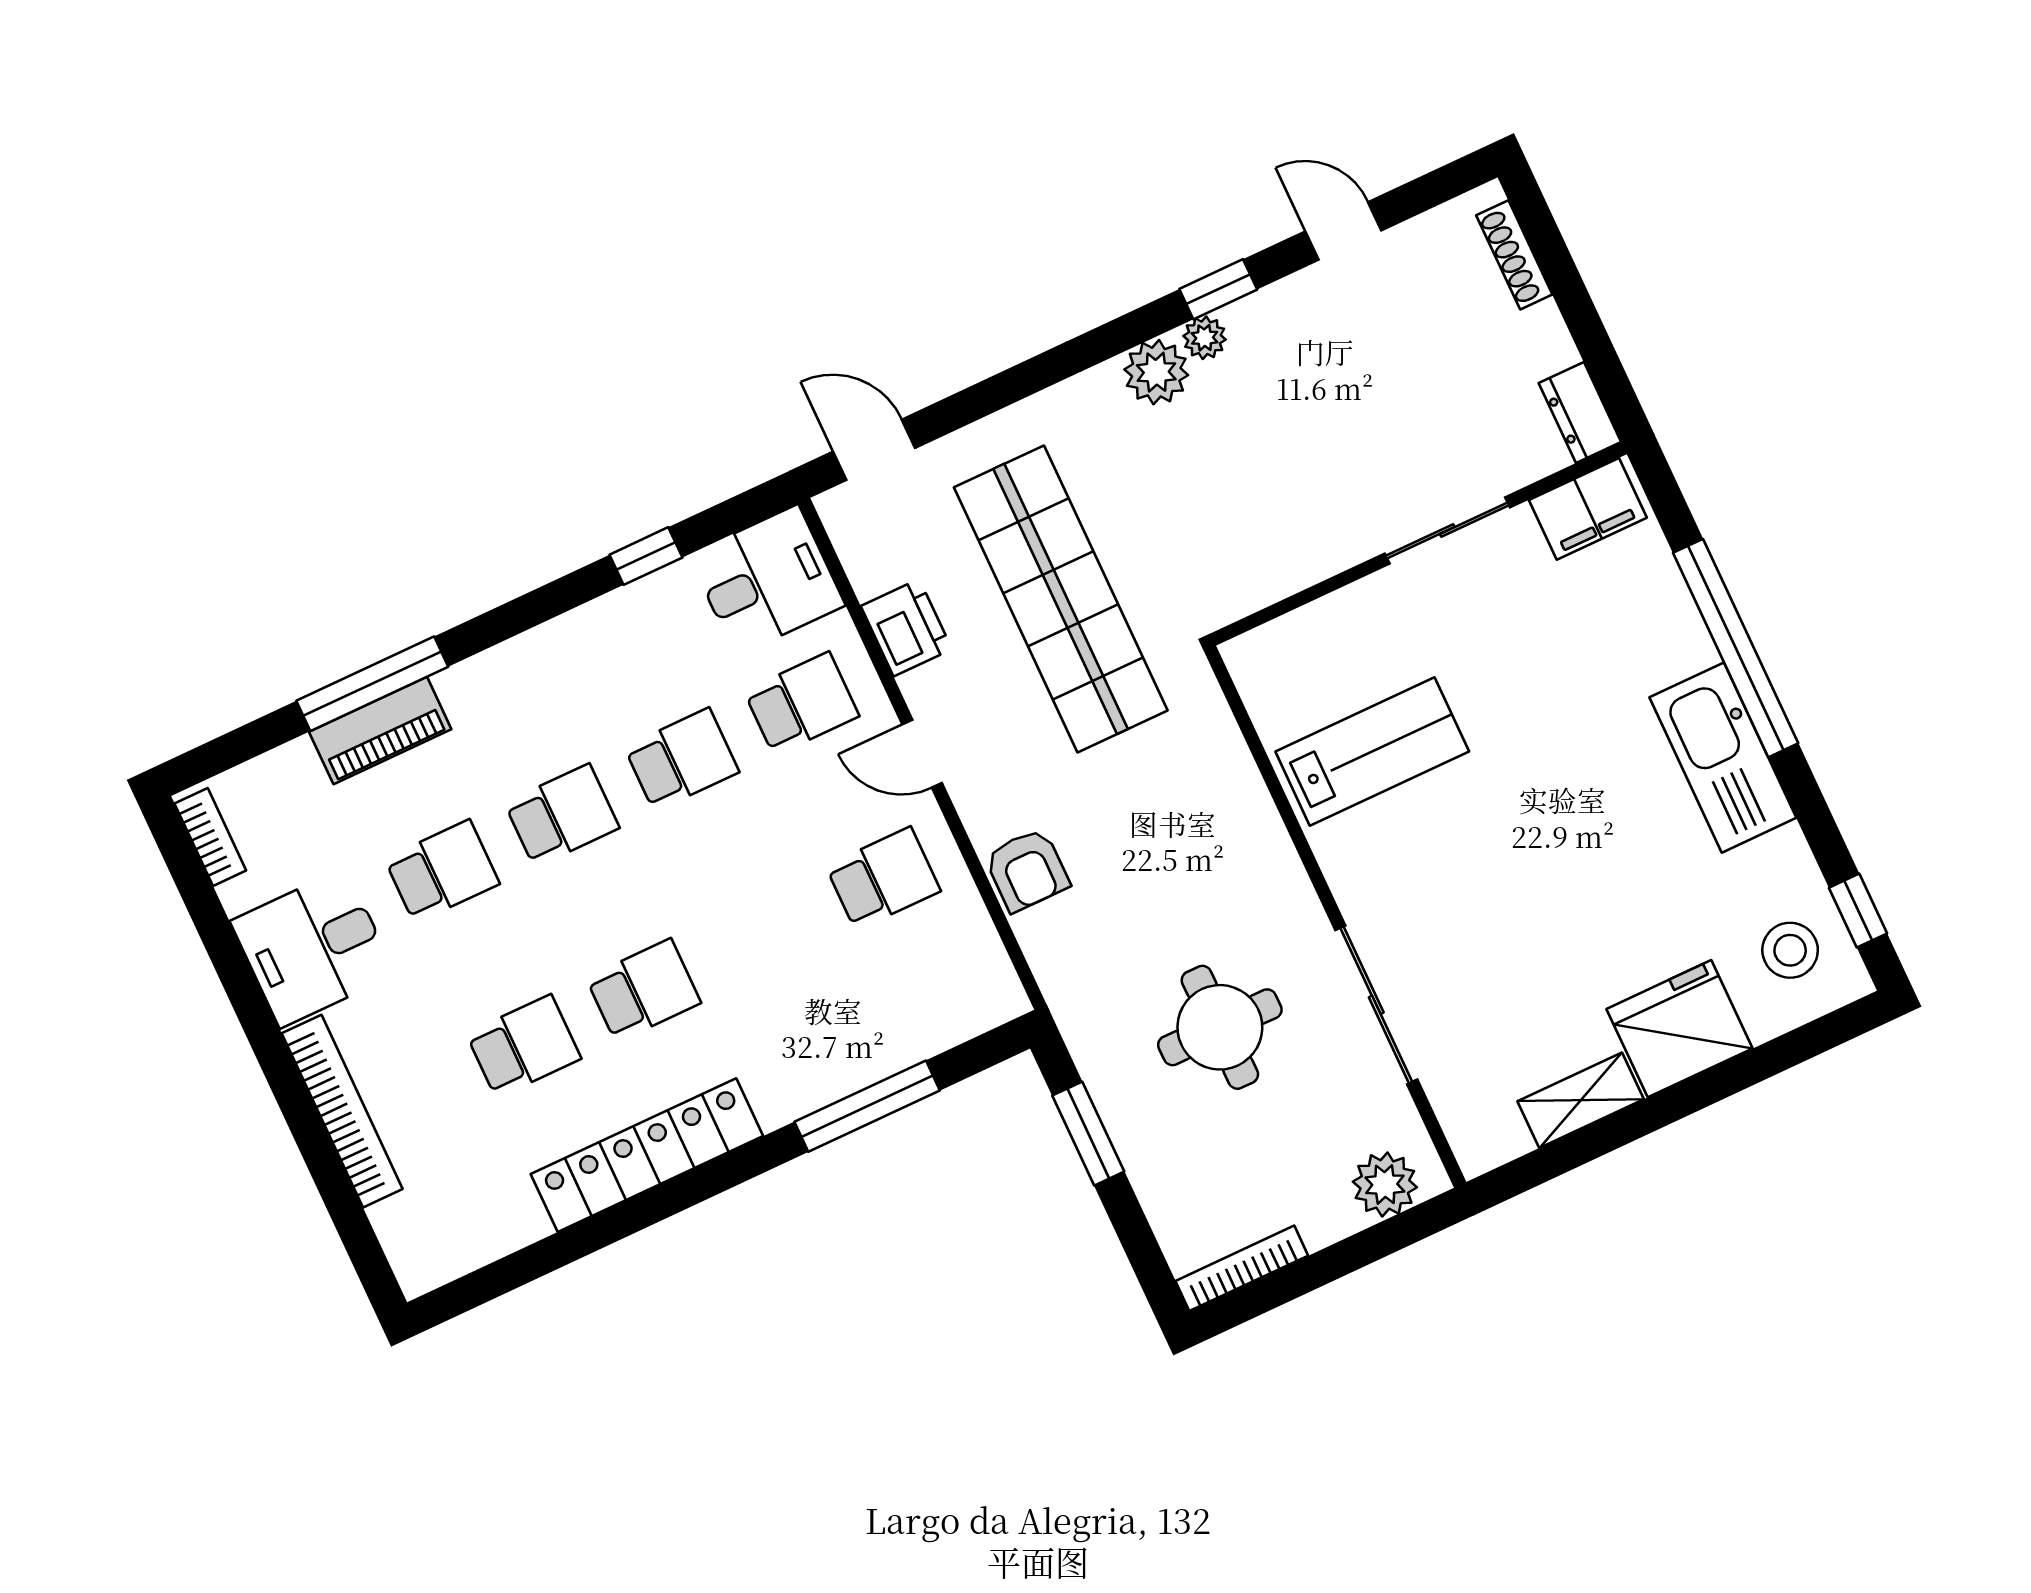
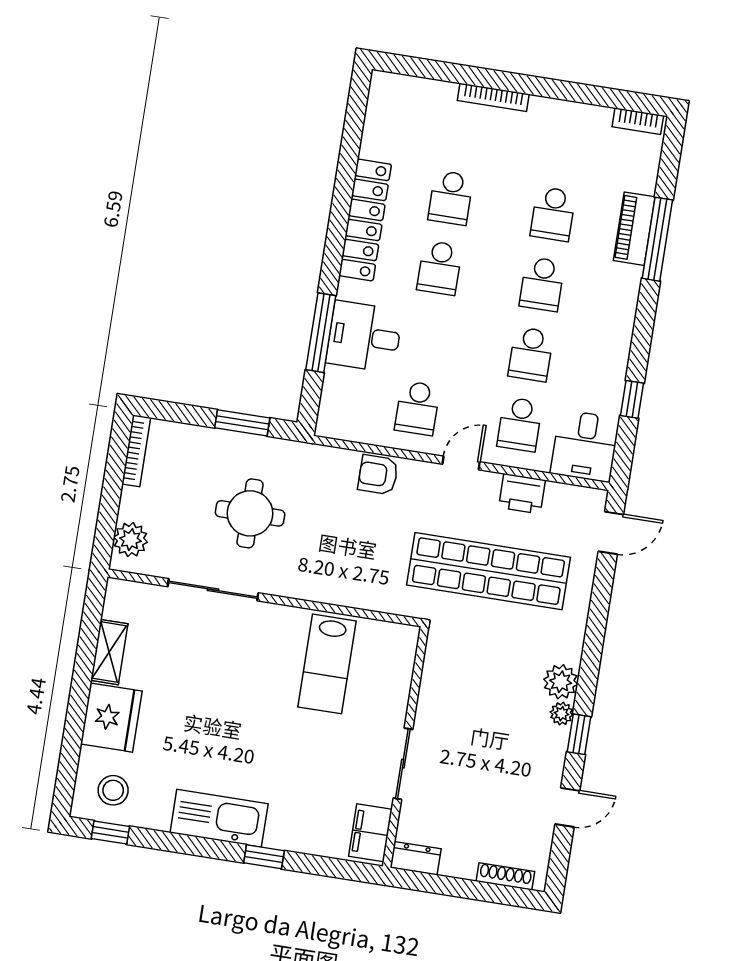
window: (1736, 648) -> (264, 857), width x0.32
desk: (313, 948) -> (364, 337), moved, turned -90
bookcase: (342, 1111) -> (493, 97), width x0.68, depth x0.76

